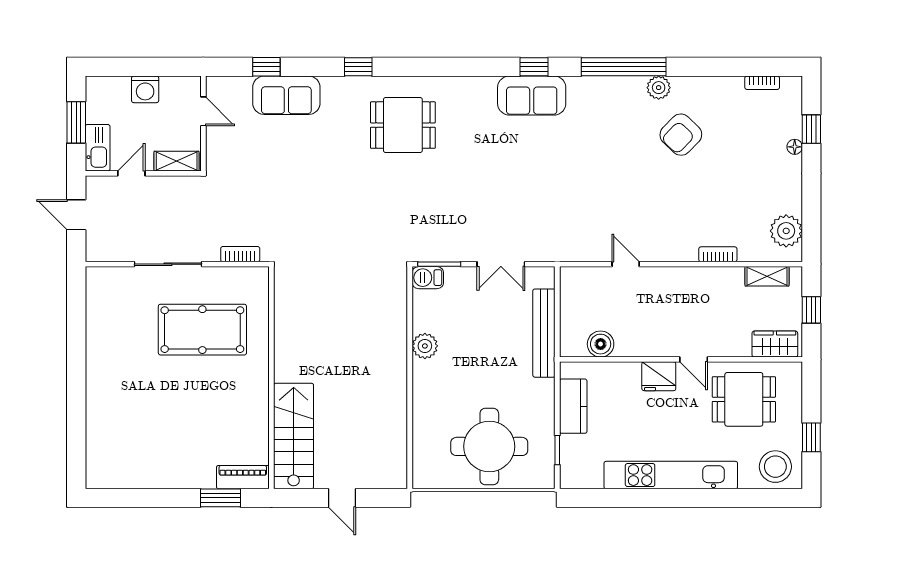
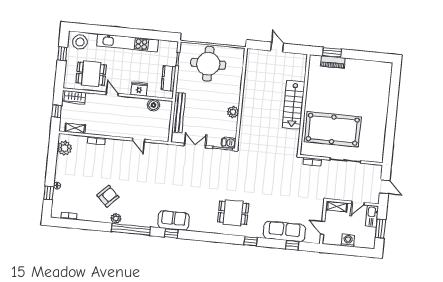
sofa: (286, 95) -> (284, 231), width x1.36
pool table: (202, 330) -> (333, 129), width x1.36, depth x1.32
fridge: (659, 376) -> (139, 89), moved
stairs: (294, 436) -> (294, 105), moved
piano: (243, 477) -> (333, 62), moved

